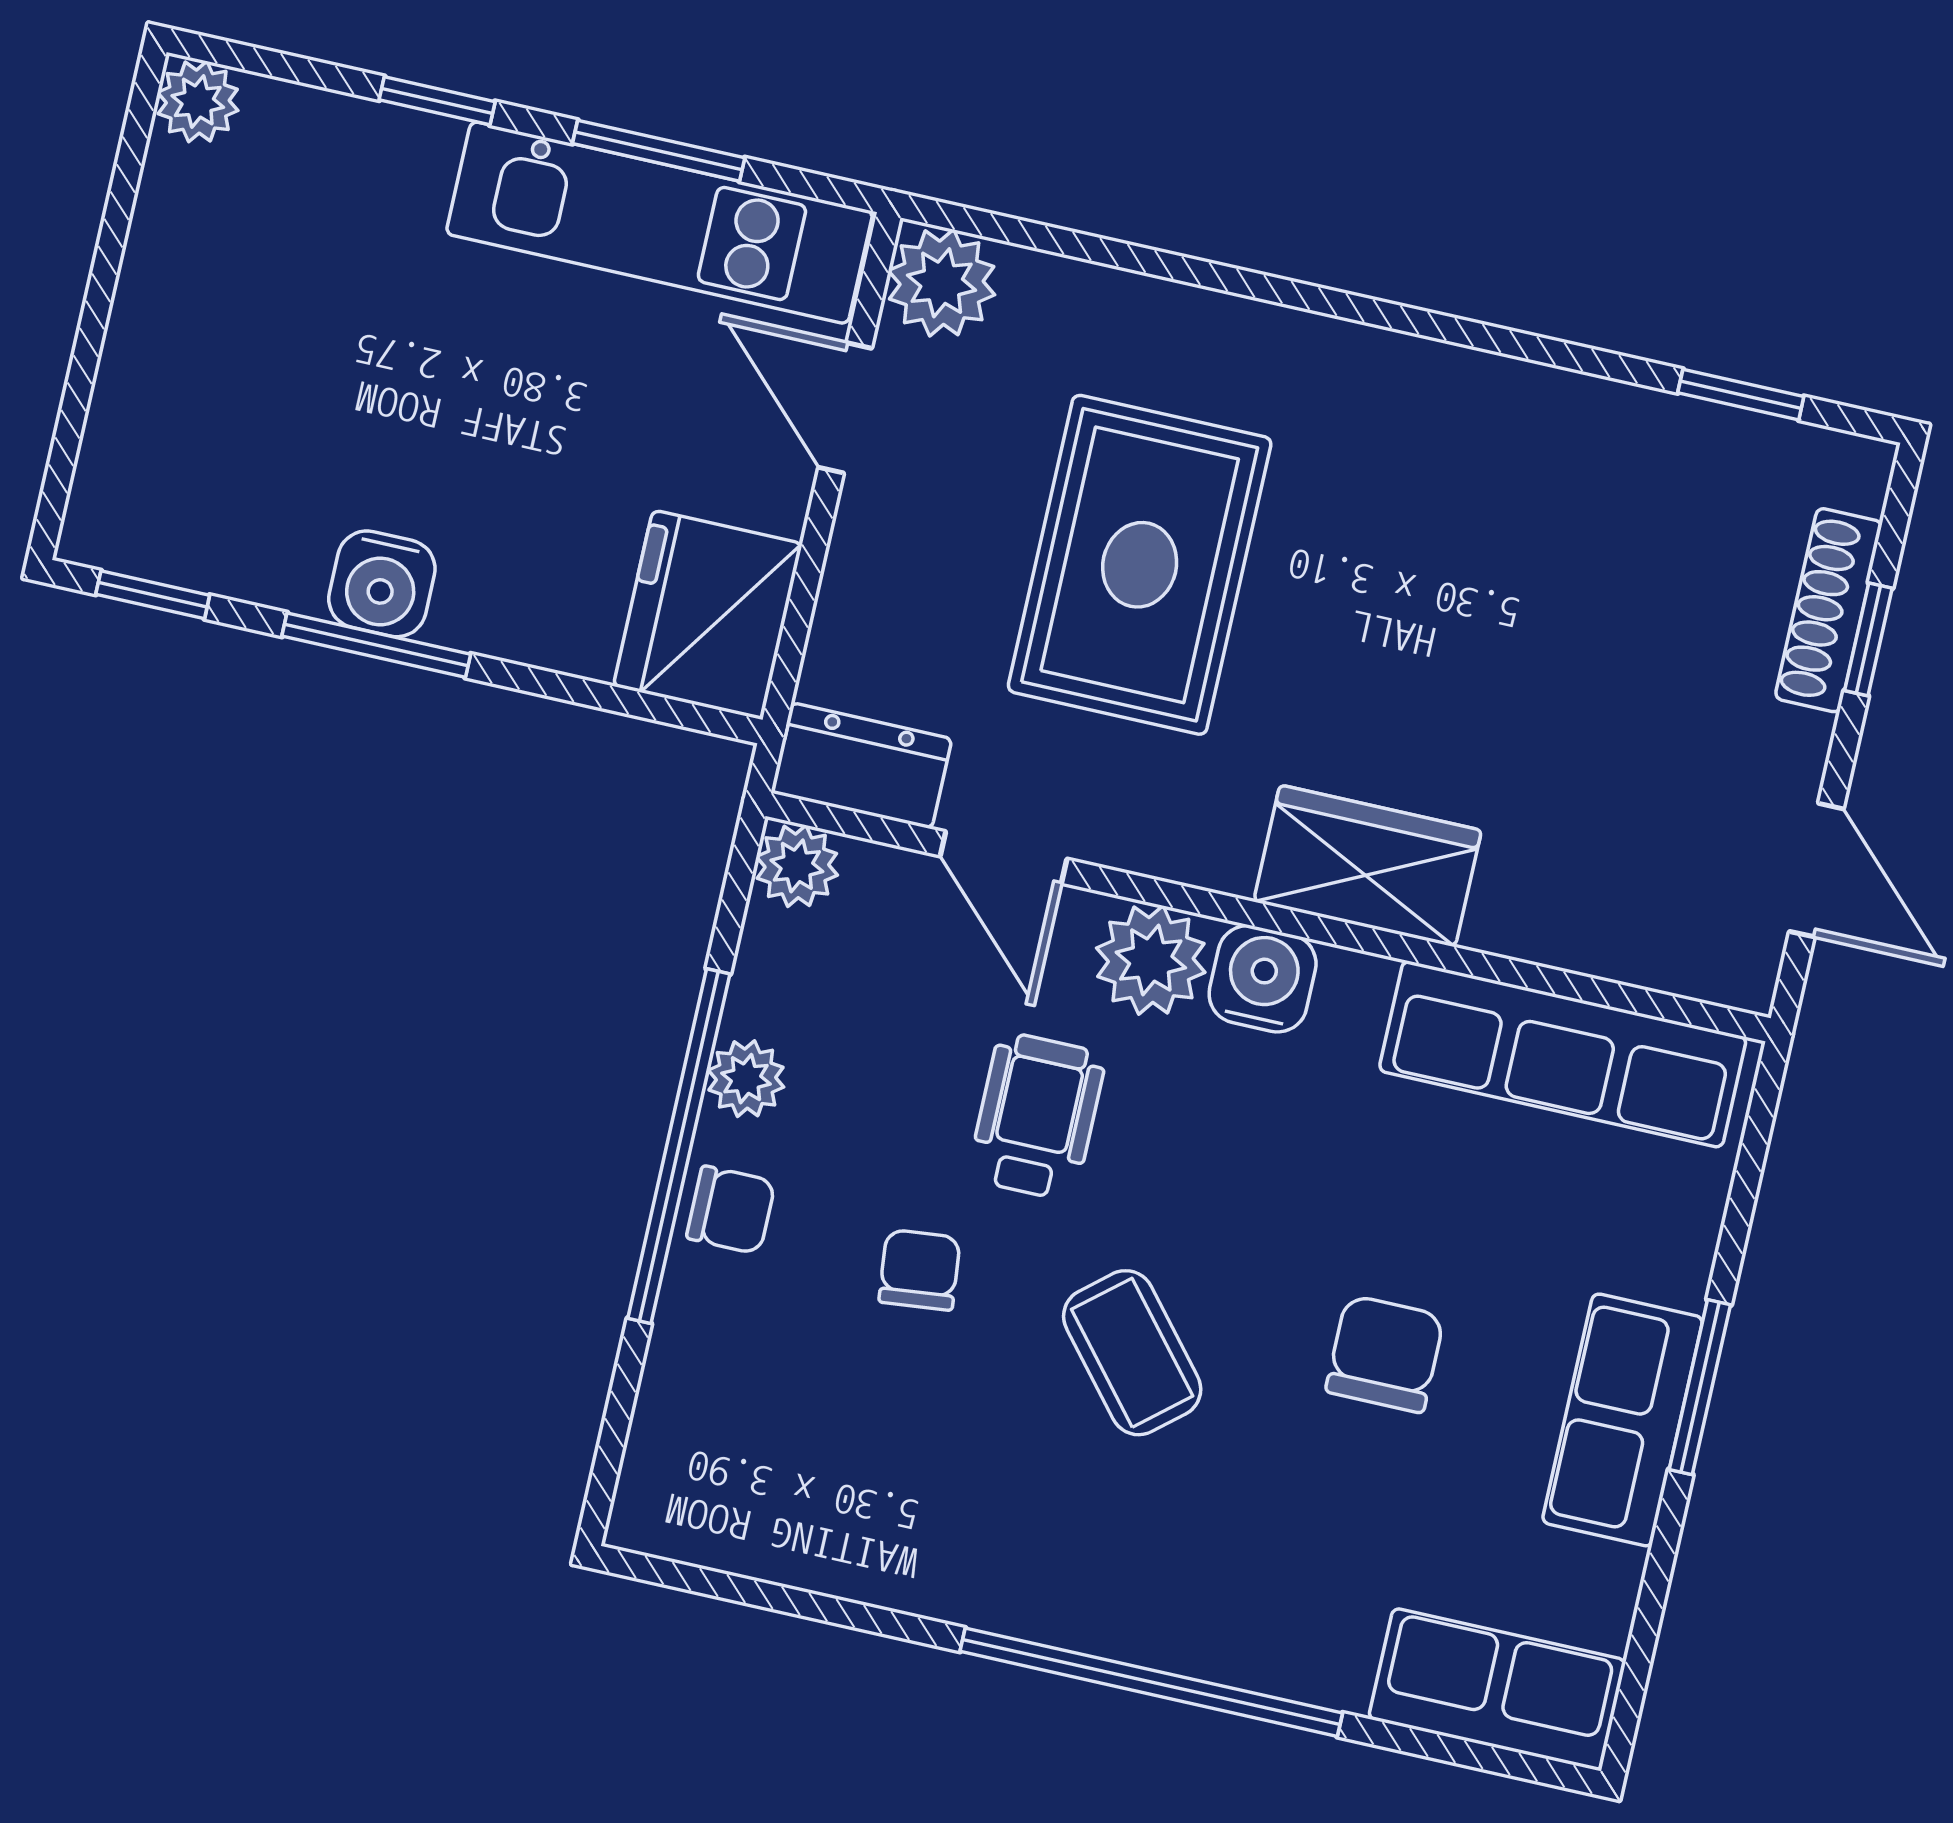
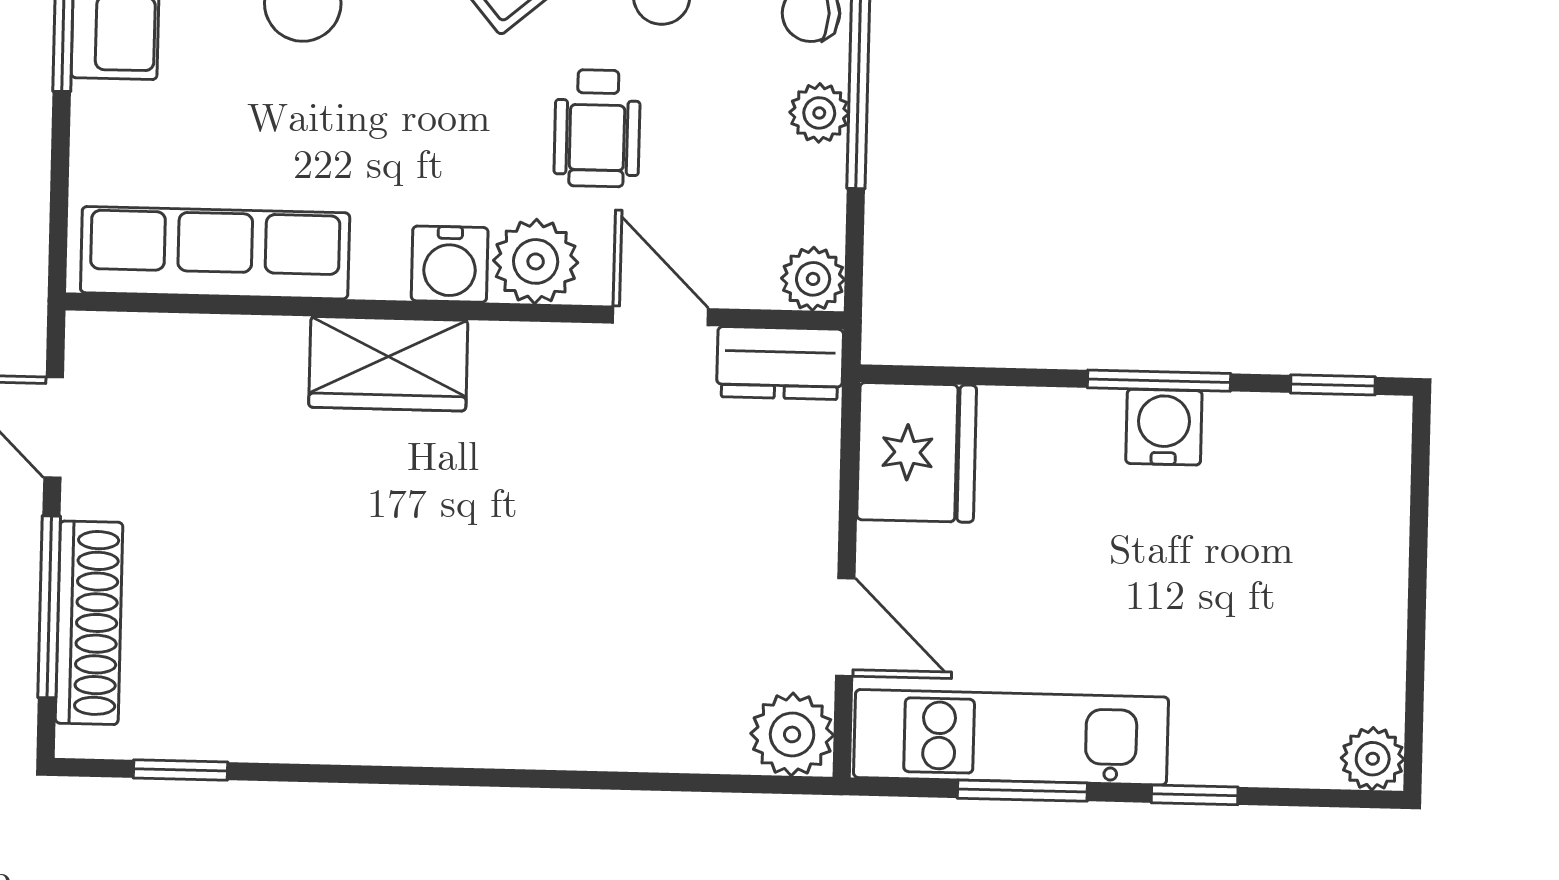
rug: (1140, 565) -> (603, 554), removed
shoe rack: (1829, 610) -> (89, 623), width x1.36, depth x1.24
window: (1868, 639) -> (49, 607), width x2.17

